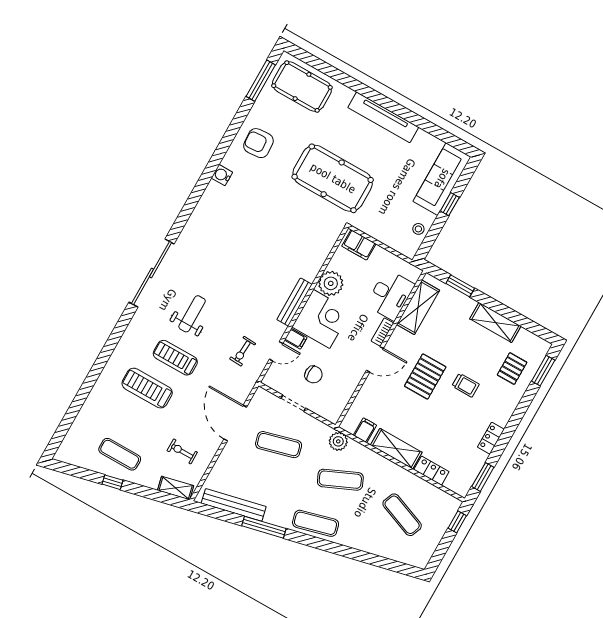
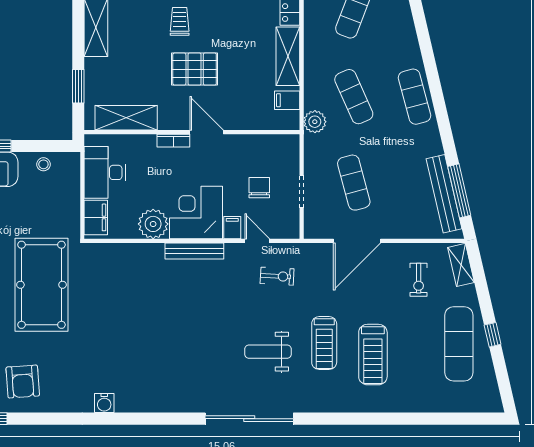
armchair: (258, 143) -> (23, 382), moved
desk: (390, 295) -> (105, 172), moved, turned -90
exercise mat: (120, 454) -> (459, 344), width x1.36, depth x1.45
window: (264, 527) -> (459, 191), moved

